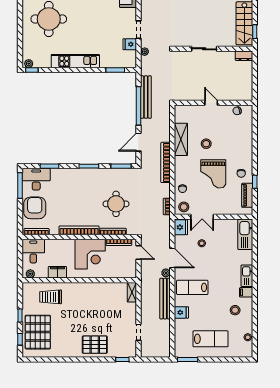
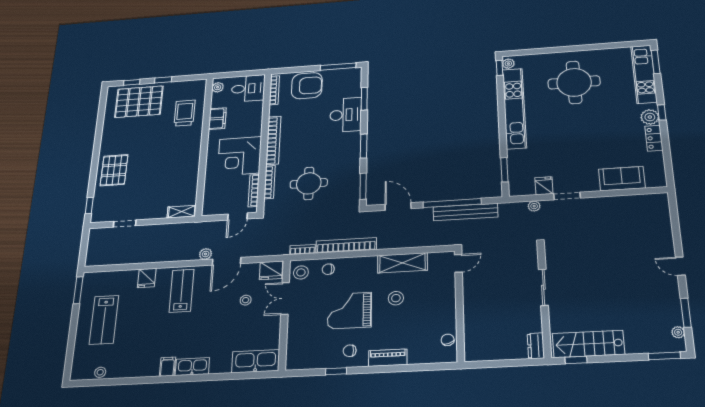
kitchen unit: (75, 61) -> (514, 108), width x1.36
door: (211, 103) -> (458, 263), moved
bookcase: (166, 162) -> (346, 245), moved
desk: (36, 179) -> (346, 115), moved
piano: (247, 195) -> (388, 358), moved
bench: (165, 299) -> (169, 255), removed
stool: (235, 310) -> (142, 352), removed

